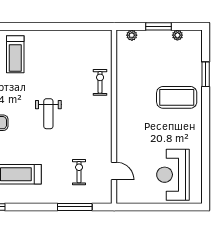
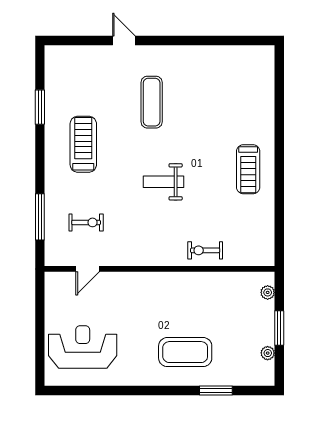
treadmill: (15, 54) -> (248, 169), moved, turned -90
exercise bike: (100, 82) -> (205, 250), turned 180
coffee table: (177, 97) -> (185, 352), turned 90

